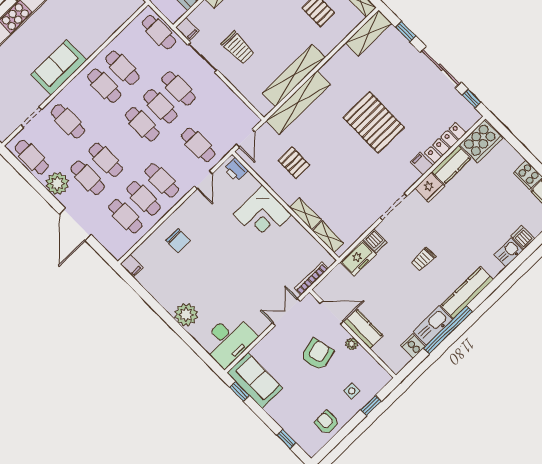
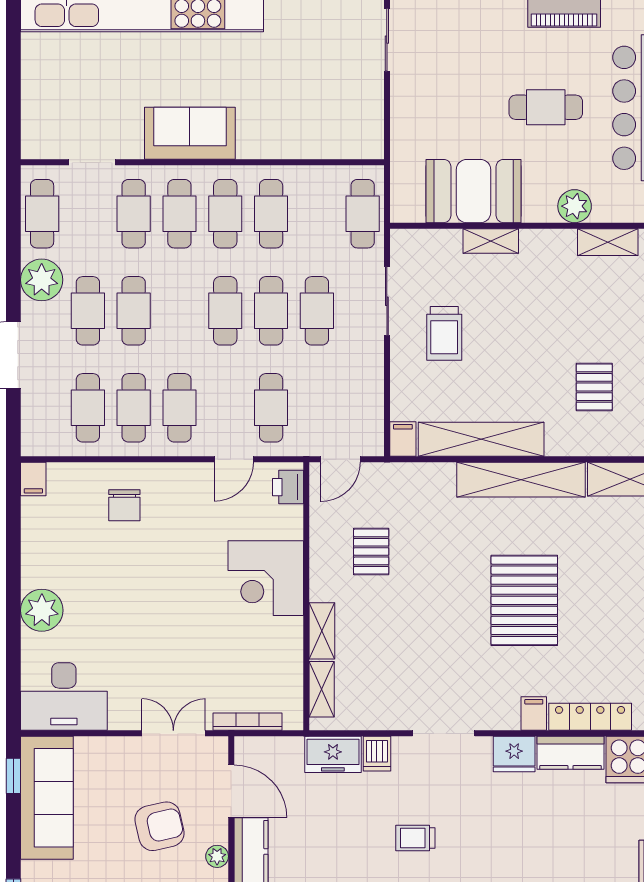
filing cabinet: (187, 29) -> (403, 439), moved, turned 180
shelving: (298, 103) -> (521, 480), moved
cafe table: (86, 104) -> (179, 214), added
sofa: (255, 381) -> (47, 798), width x1.36

